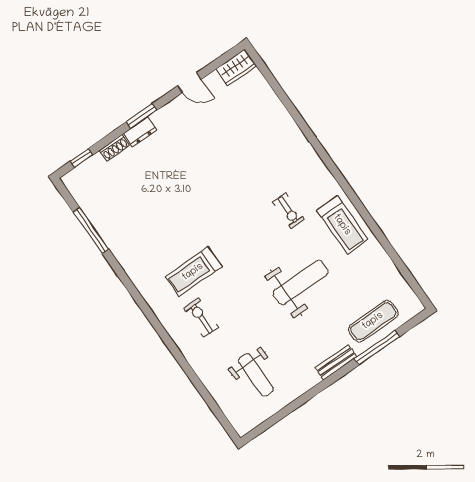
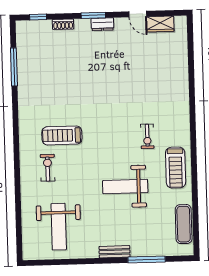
wardrobe: (236, 67) -> (160, 24), moved
dresser: (140, 132) -> (102, 24), moved
weight bench: (301, 282) -> (125, 187), turned 180
exercise mat: (373, 321) -> (184, 224), moved, turned 90
weight bench: (256, 375) -> (59, 227), width x1.36, depth x1.33

